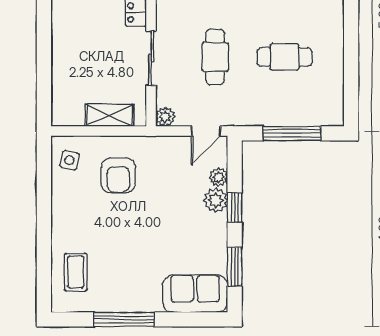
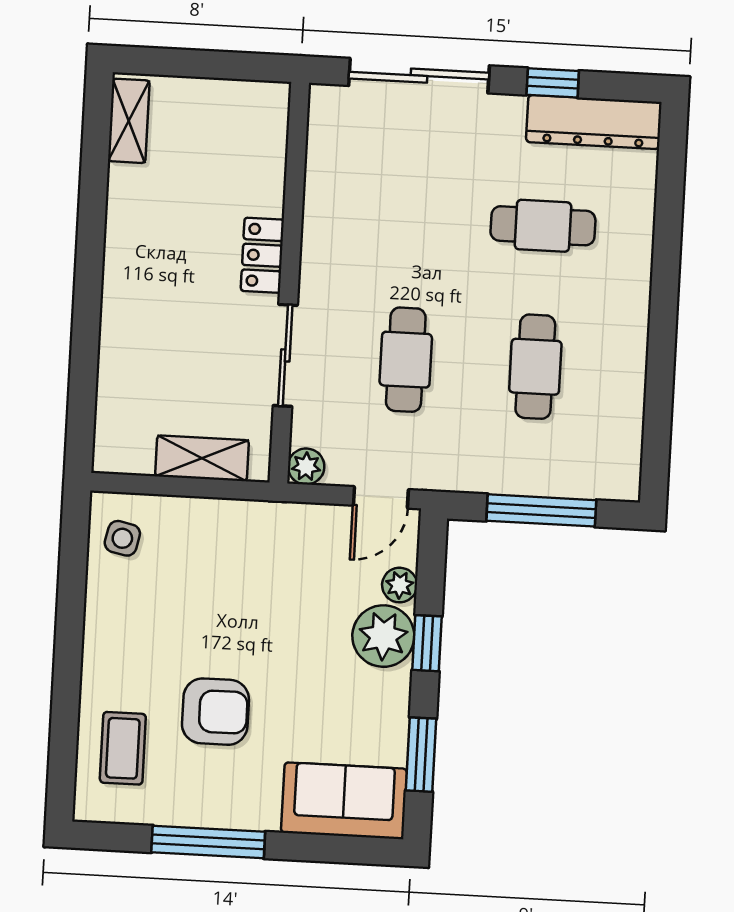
cafe table: (284, 57) -> (535, 367), turned 90
armchair: (118, 175) -> (215, 712), moved, turned -90
plant: (216, 200) -> (383, 636), width x1.36, depth x1.36

